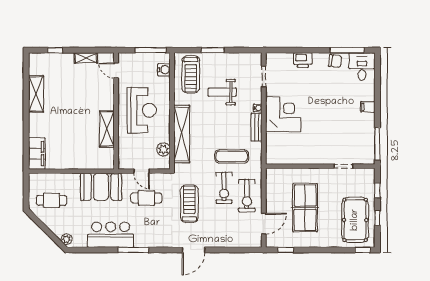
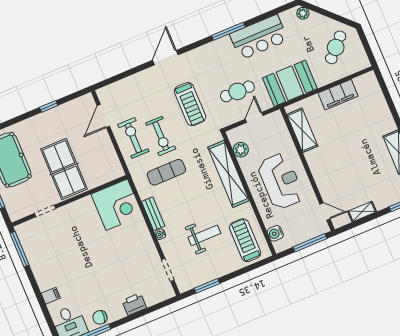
window: (151, 50) -> (310, 243), moved
window: (213, 50) -> (207, 286), moved
filing cabinet: (368, 107) -> (51, 296), moved
reception desk: (142, 110) -> (281, 181), turned 180
corner desk: (283, 114) -> (117, 205), moved, turned -90
shelving: (107, 129) -> (302, 130), moved
filing cabinet: (37, 154) -> (338, 95), moved, turned -90
door: (142, 171) -> (254, 117), hinge flipped
exercise bike: (224, 188) -> (161, 136), turned 180
cafe table: (52, 200) -> (336, 47), turned -46
table tennis table: (305, 208) -> (64, 169), moved
window: (286, 250) -> (49, 106), moved

